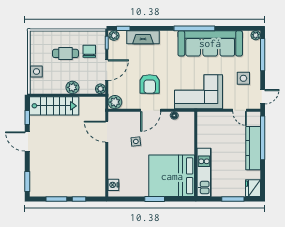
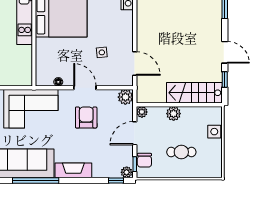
fireplace: (143, 37) -> (73, 170), moved
chair: (89, 51) -> (144, 160), moved
door: (151, 110) -> (85, 88), hinge flipped

